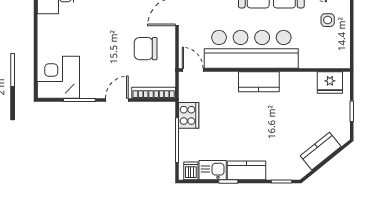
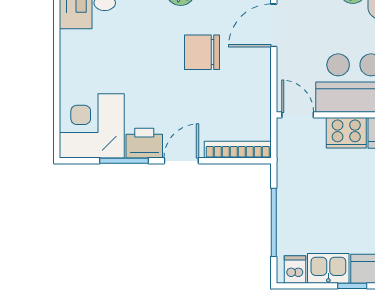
chair: (146, 49) -> (202, 52), moved
printer: (93, 89) -> (144, 143), added
cooker: (189, 115) -> (346, 133), moved, turned 90

